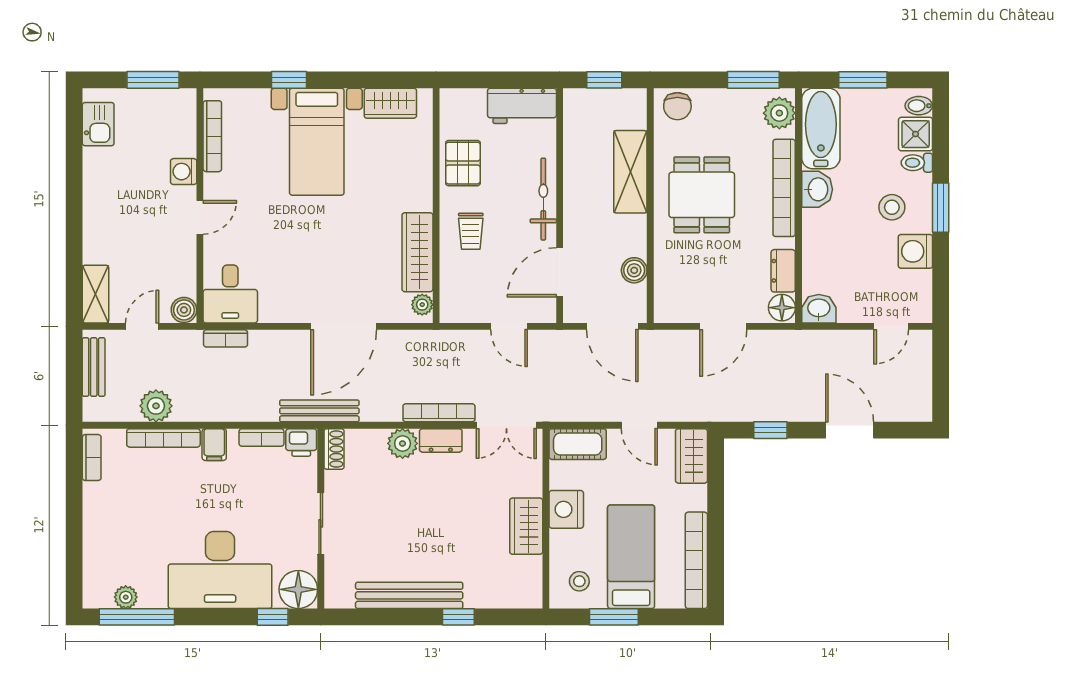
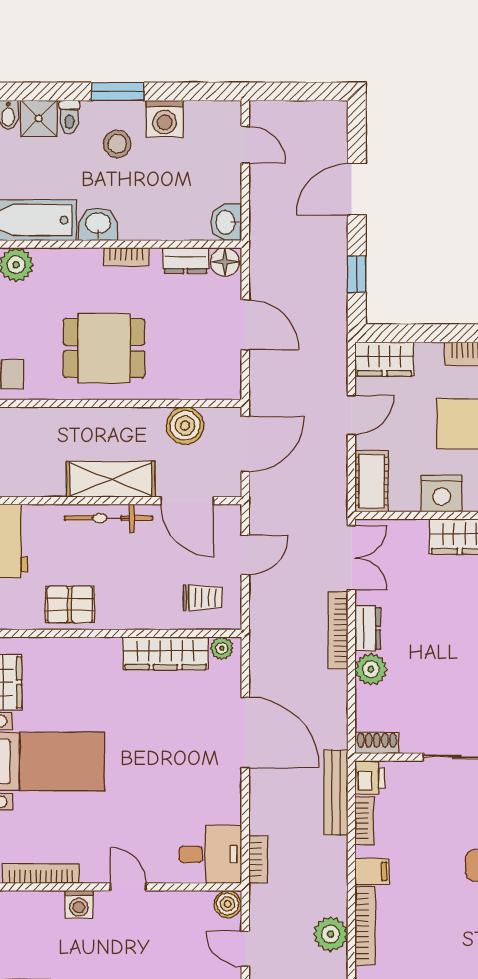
shelving: (630, 172) -> (111, 479), moved
bookcase: (784, 188) -> (126, 257), width x0.43, depth x0.76
trolley: (471, 231) -> (203, 598), moved
boiler: (634, 270) -> (185, 426), width x1.36, depth x1.36
bench: (319, 411) -> (336, 793), moved

